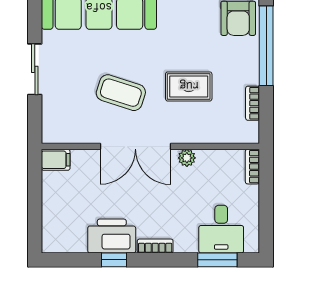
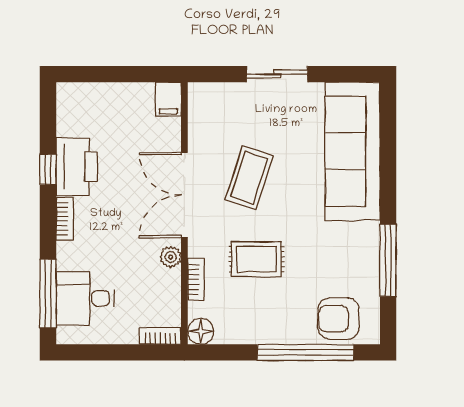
rug: (189, 86) -> (257, 259), turned 90
bookcase: (253, 103) -> (196, 280), moved, turned 90
floor lamp: (249, 133) -> (201, 331), added
window: (217, 260) -> (48, 294), width x1.44

